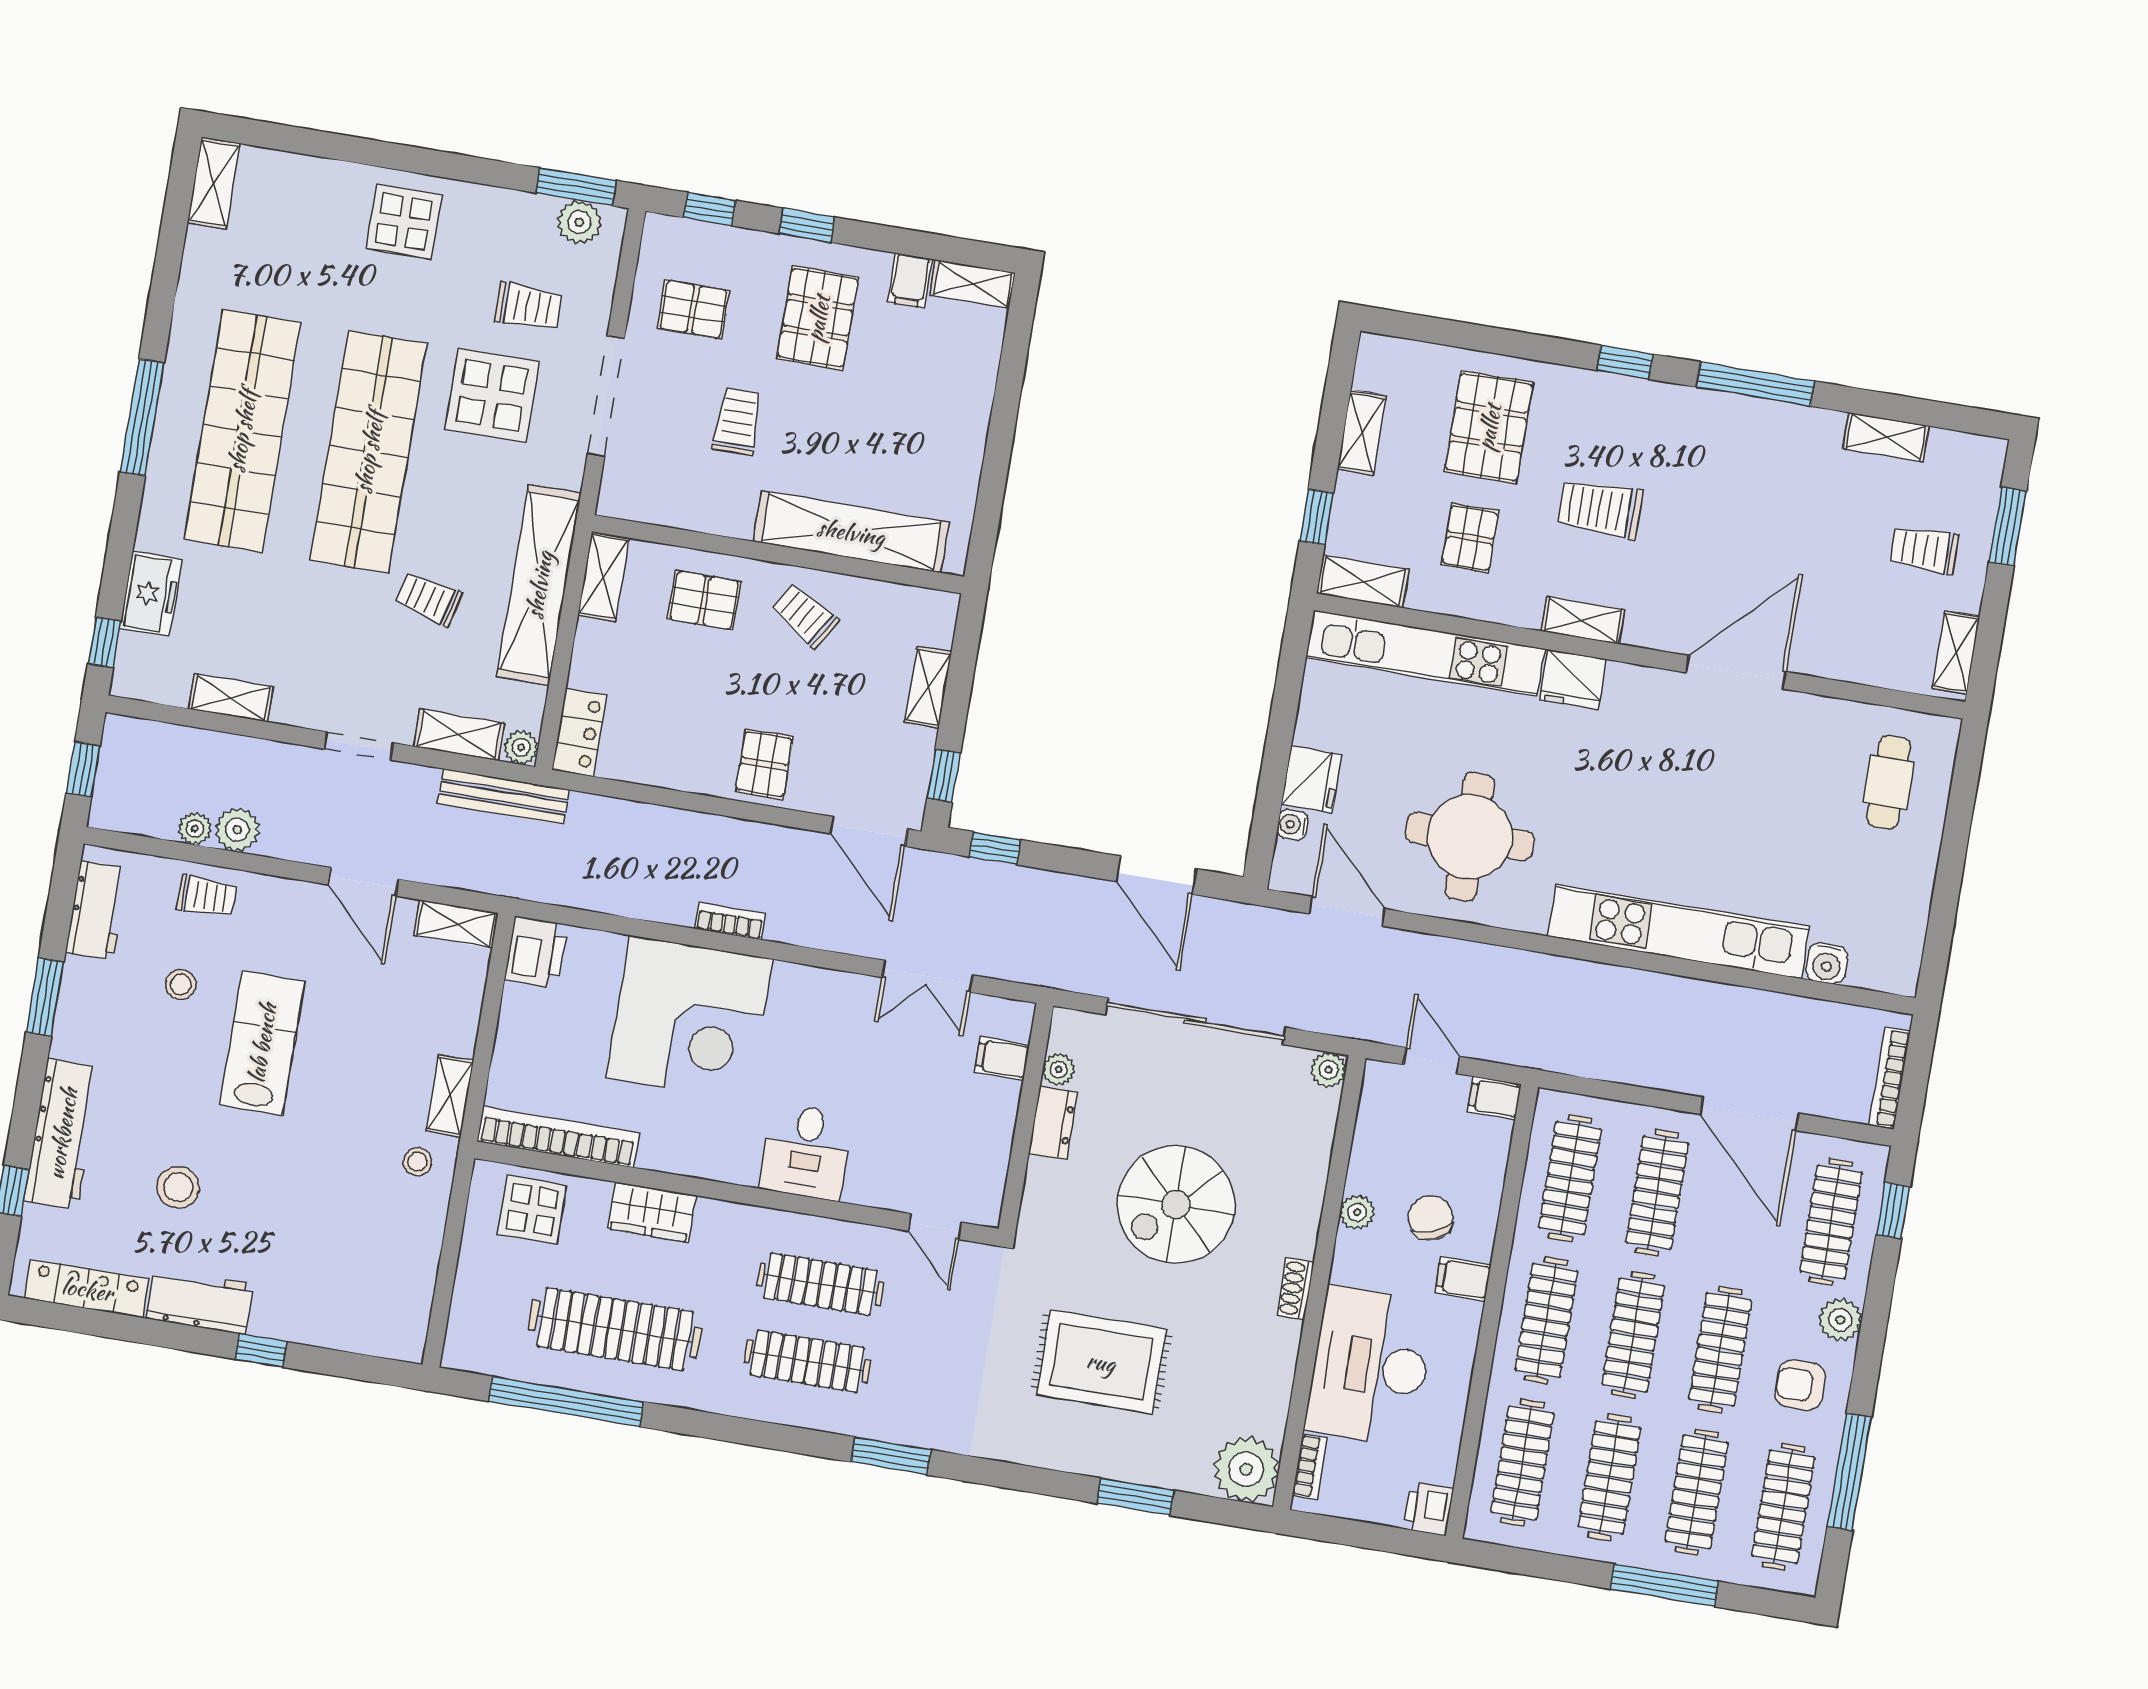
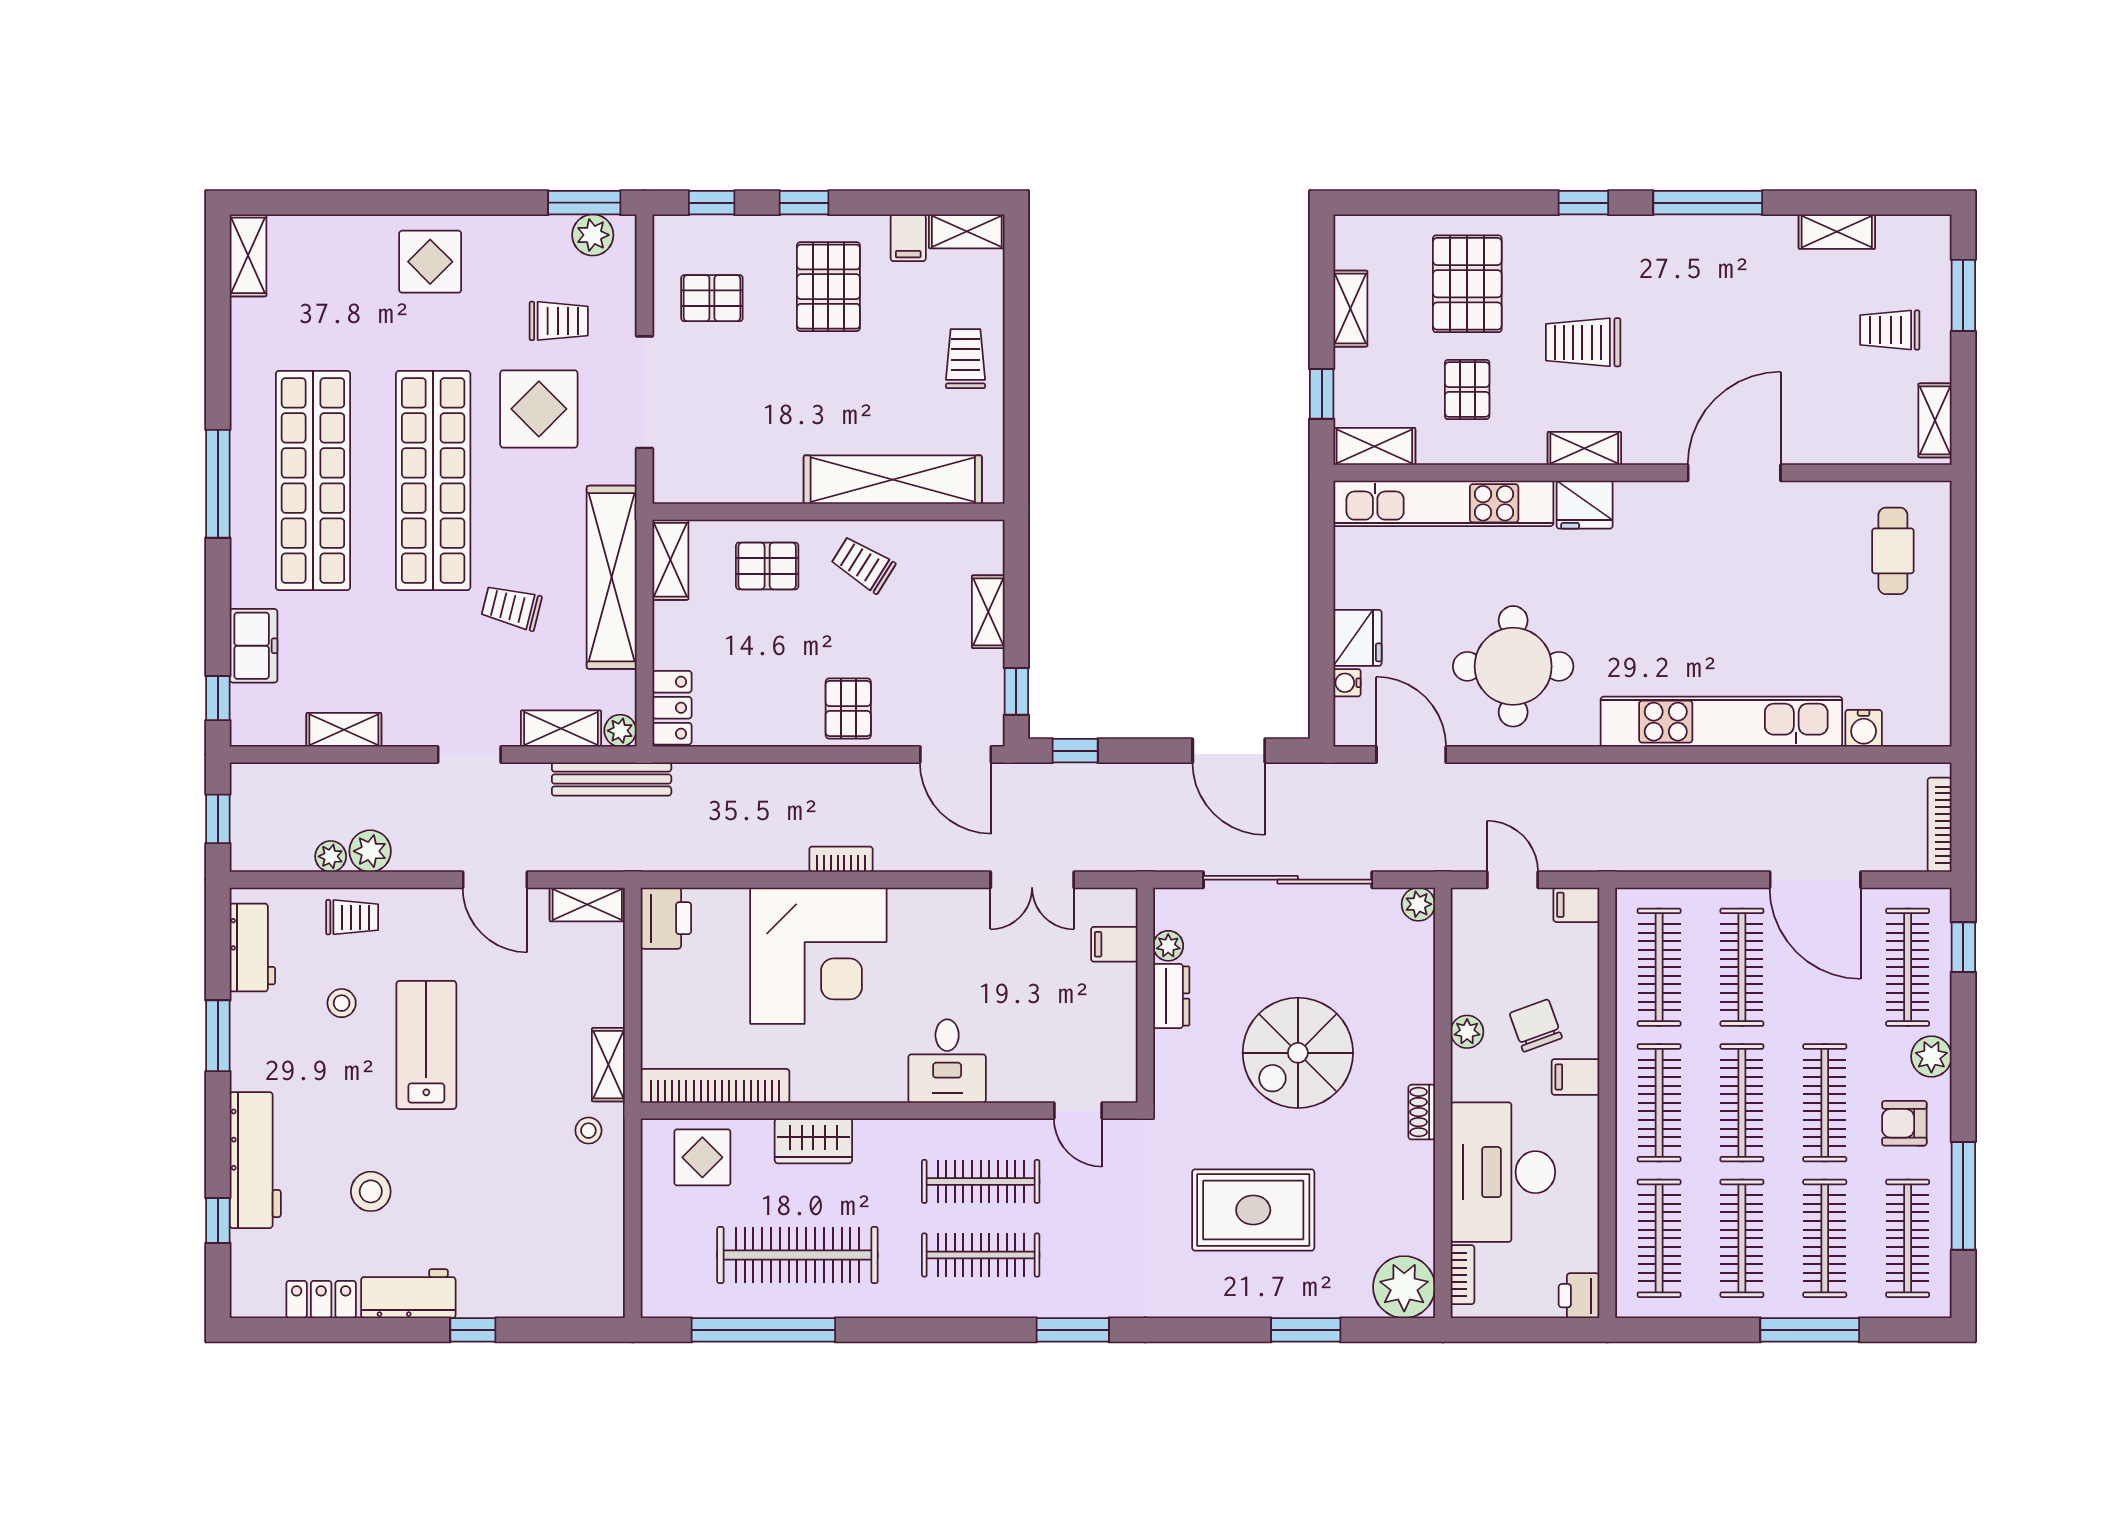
trolley: (737, 421) -> (965, 359), moved
locker: (87, 1289) -> (321, 1299), width x0.66

